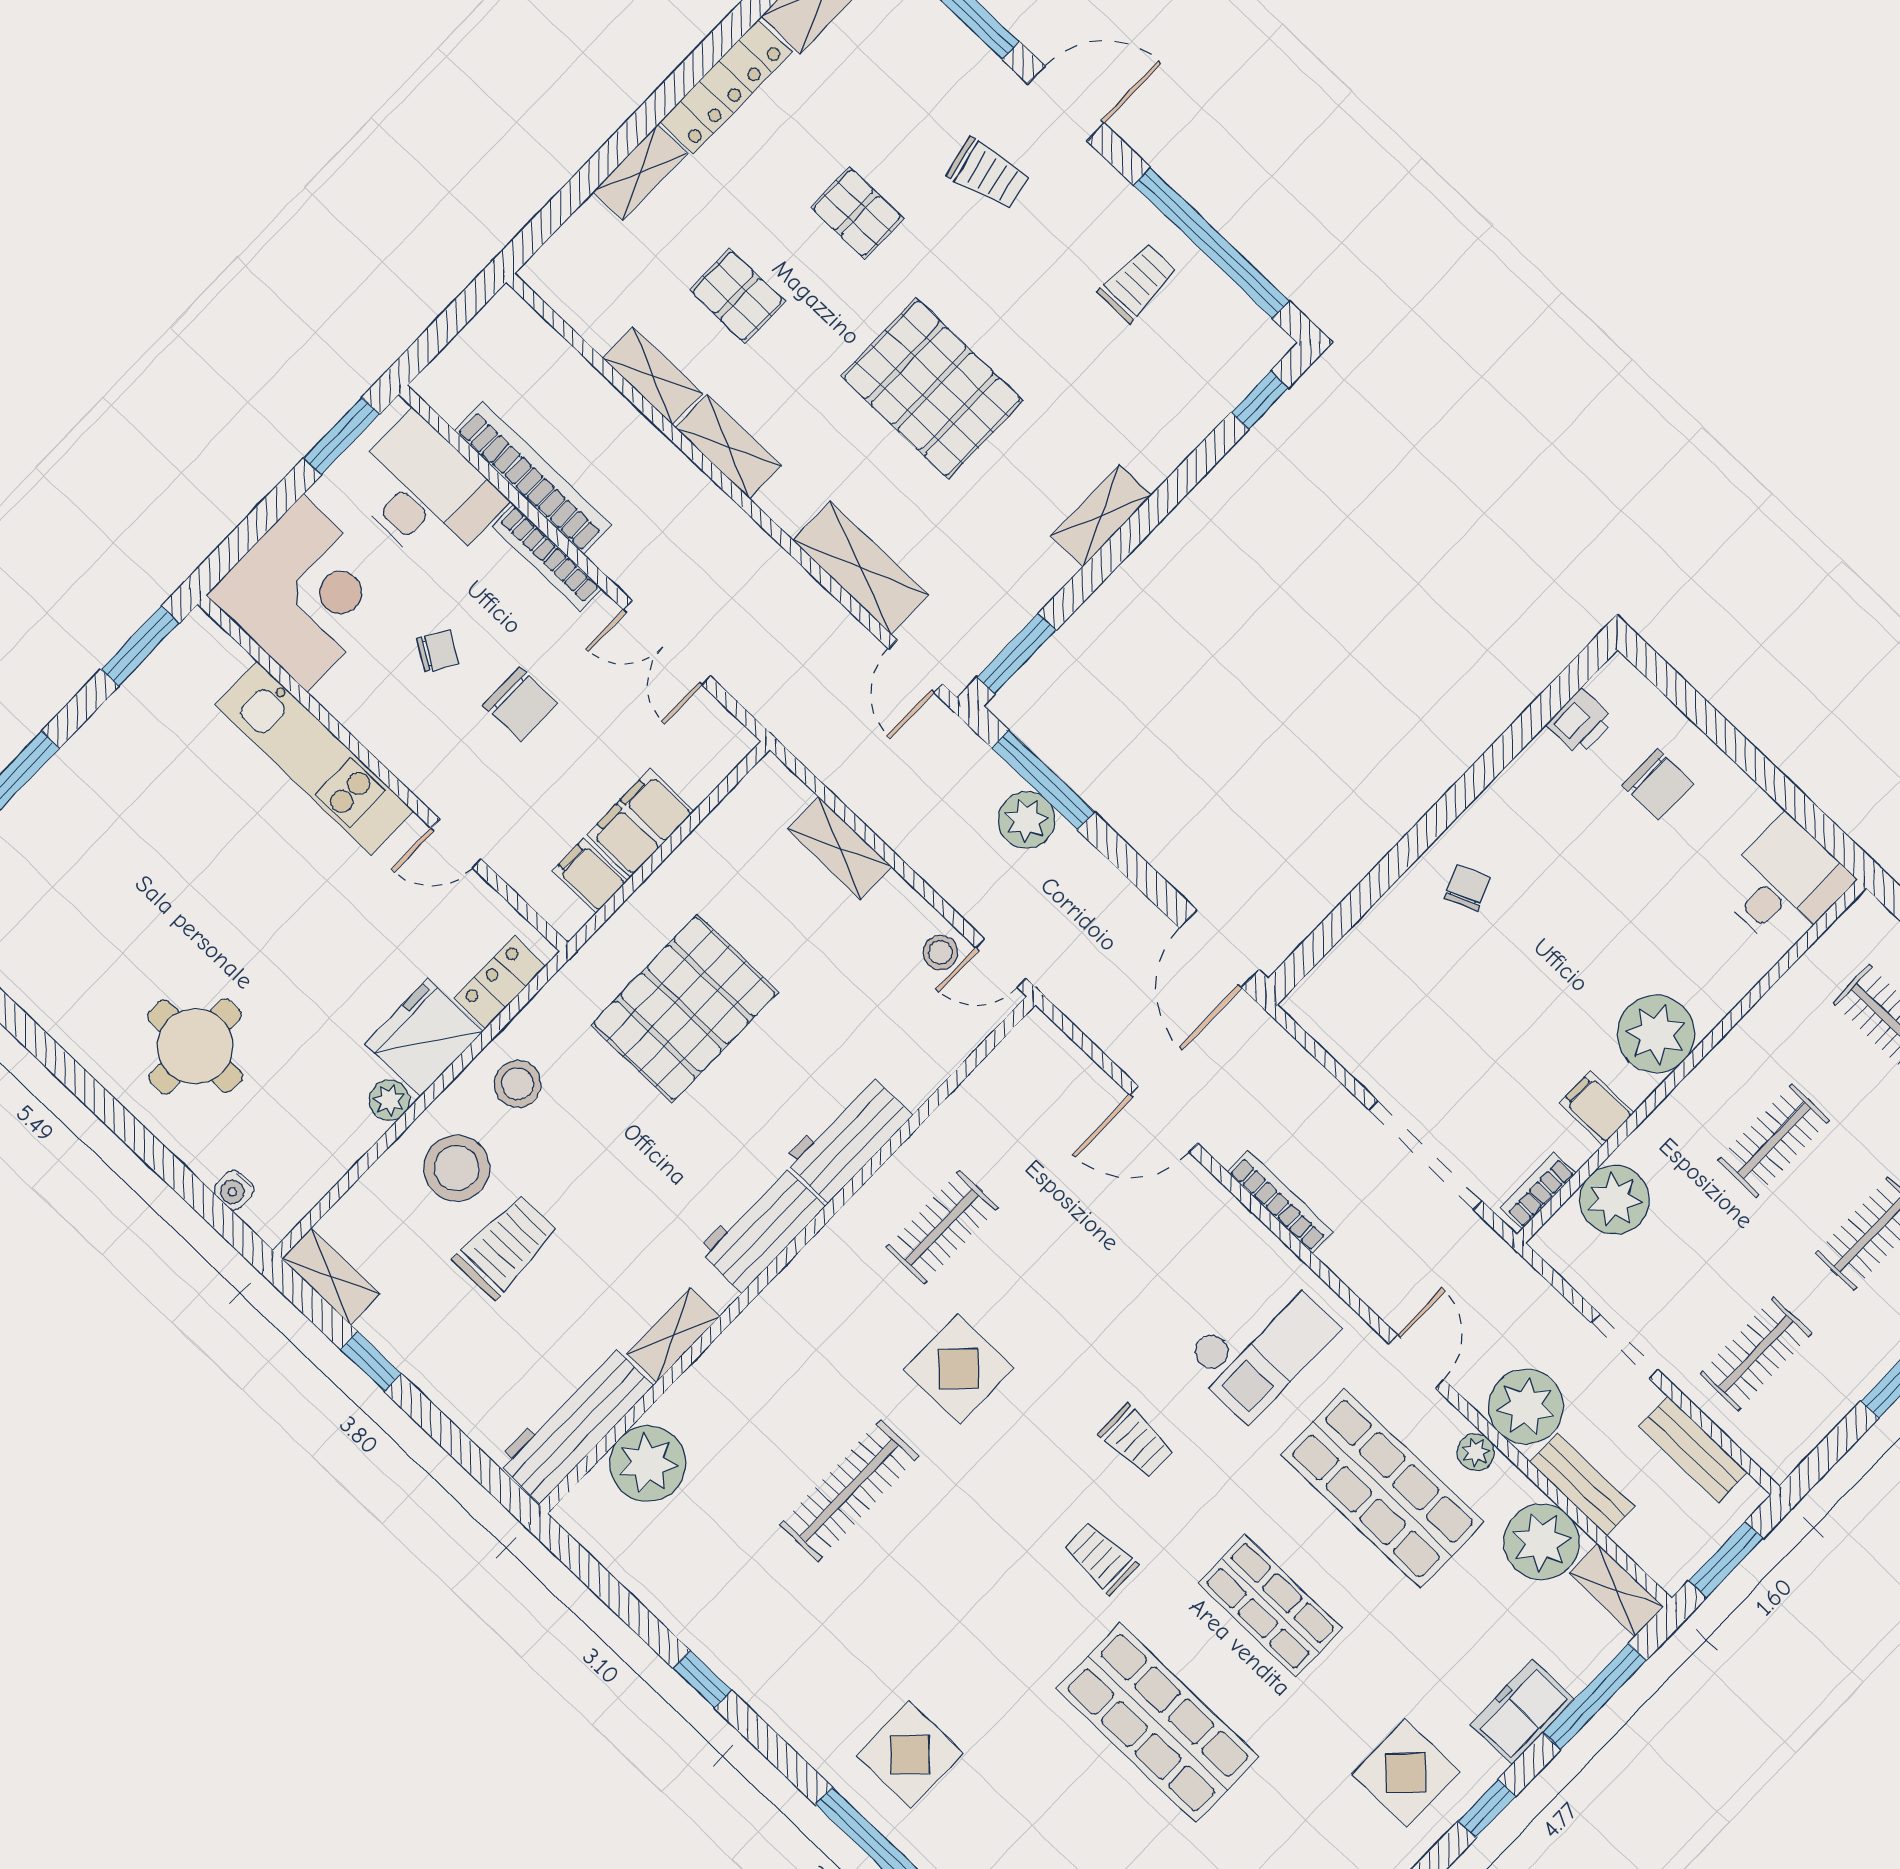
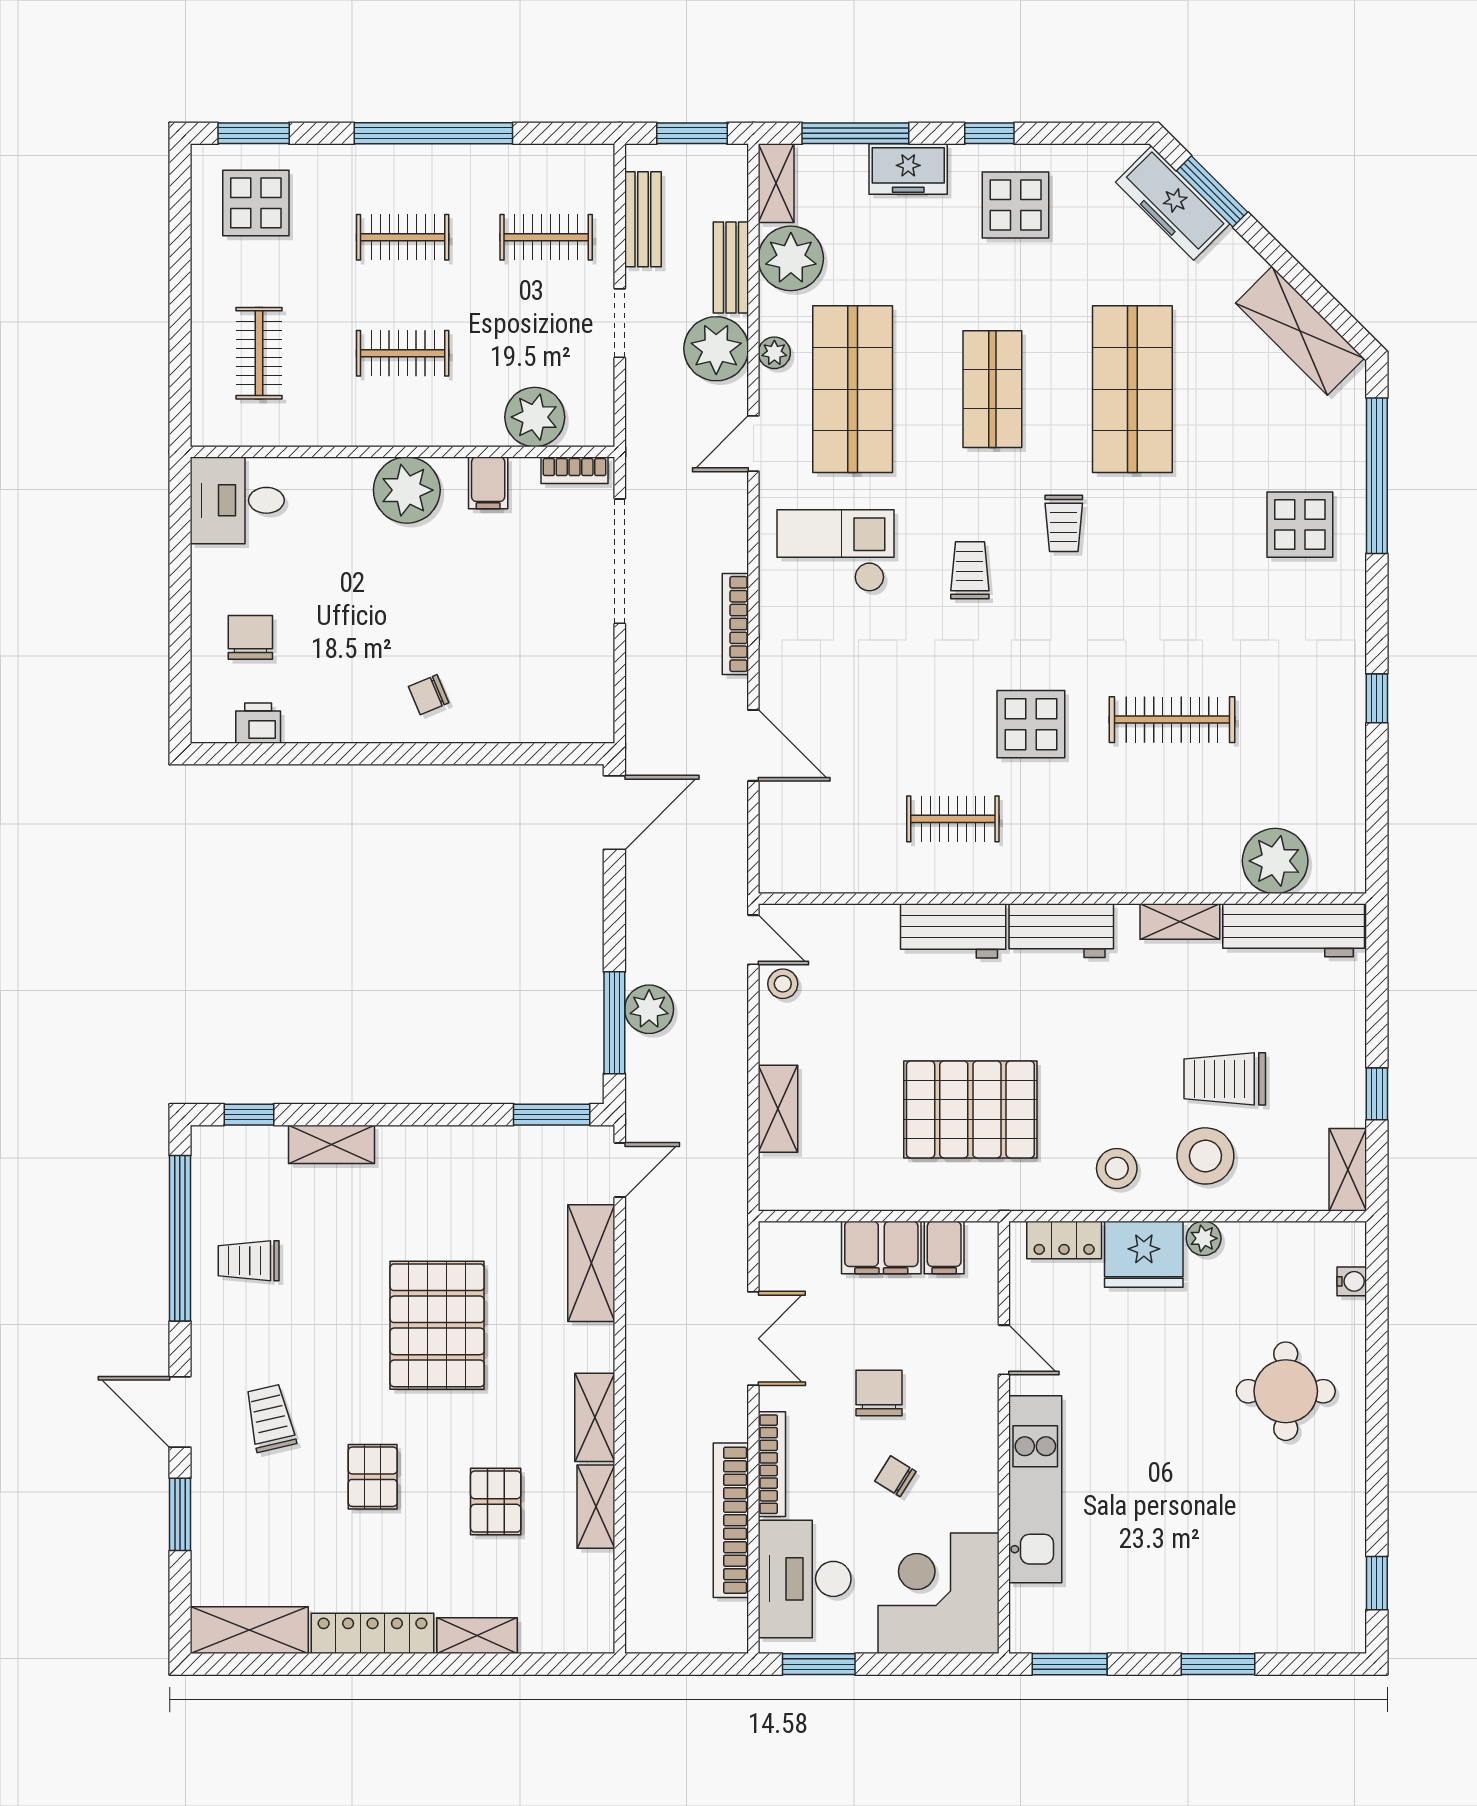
shelving: (1101, 515) -> (332, 1144), moved

